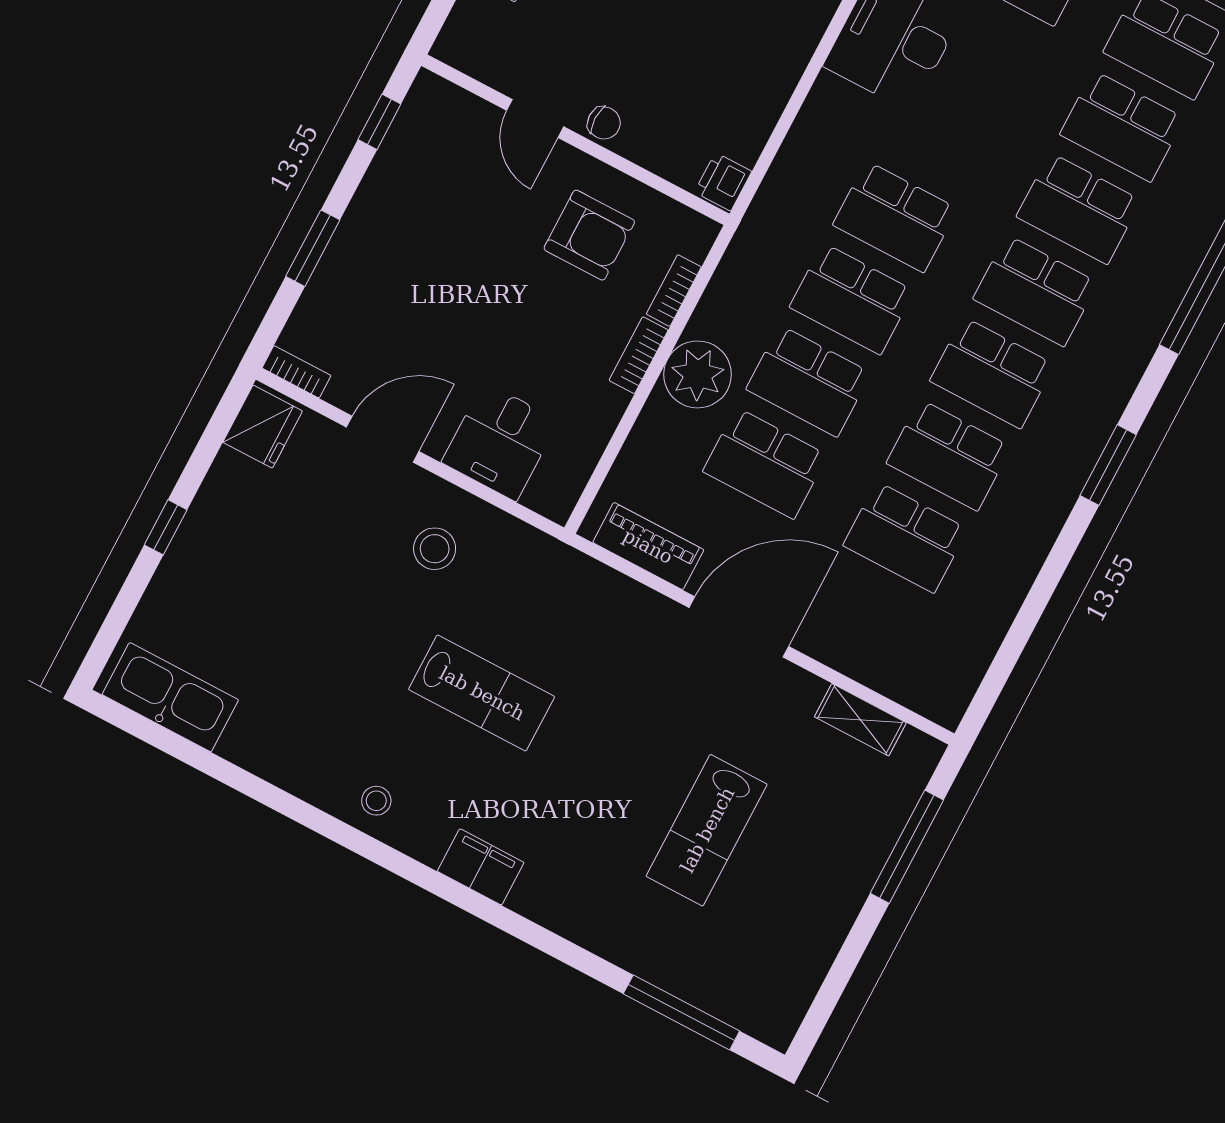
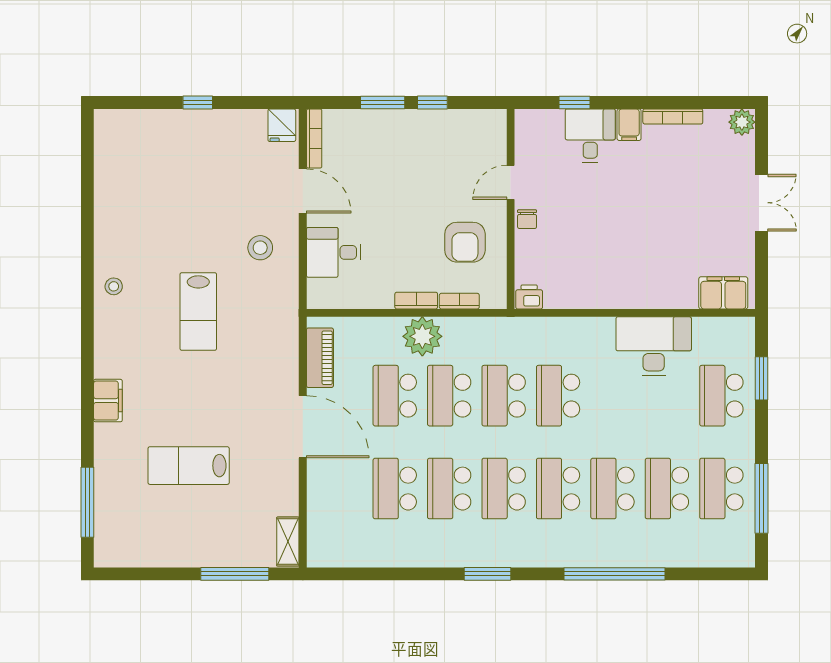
window: (379, 122) -> (432, 103), moved
bookcase: (296, 372) -> (314, 138), width x1.56
fridge: (263, 427) -> (282, 125), width x0.72
kitchen sink: (170, 697) -> (111, 151), removed
shelving: (860, 720) -> (288, 542), moved
filing cabinet: (481, 867) -> (108, 401), moved

